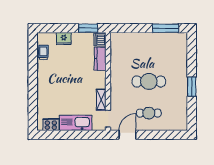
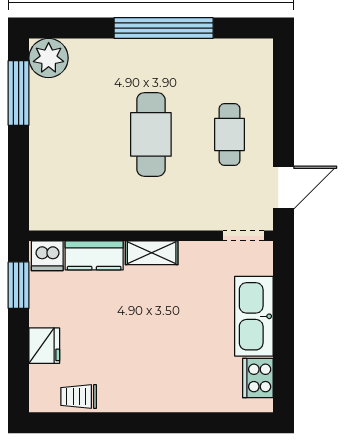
plant: (180, 40) -> (49, 58), added
window: (192, 87) -> (164, 28), width x2.11
shelving: (101, 100) -> (152, 253), moved
door: (127, 135) -> (283, 187), swing flipped

